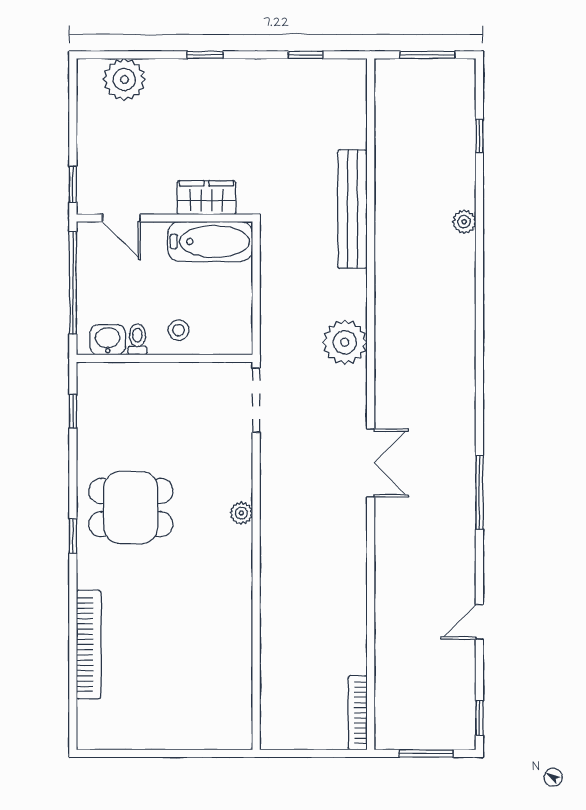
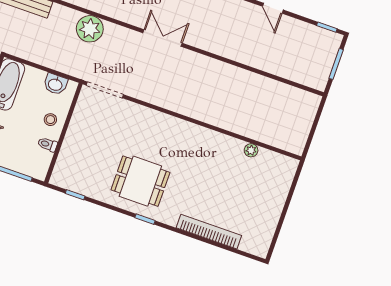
washbasin: (108, 340) -> (55, 84), moved, turned -90
dining table: (131, 508) -> (140, 181), turned 90
plant: (241, 513) -> (251, 150), moved
bookcase: (358, 713) -> (300, 94), removed

